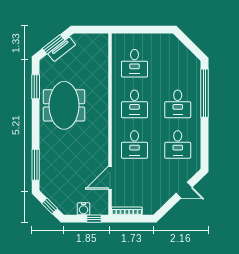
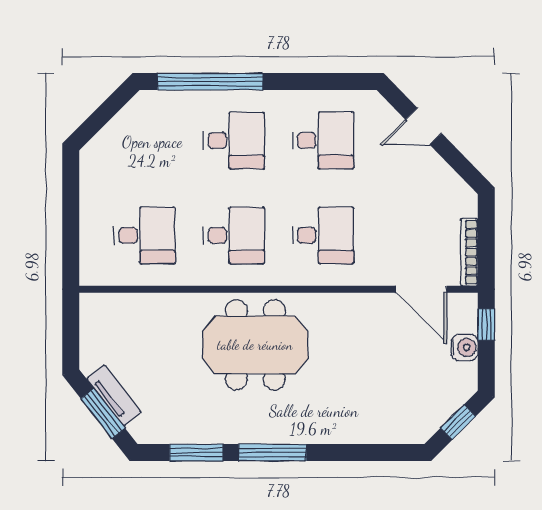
meeting table: (64, 105) -> (255, 345), moved
window: (36, 165) -> (272, 453), moved
door: (110, 178) -> (421, 289), moved
door: (184, 190) -> (424, 126), swing flipped

